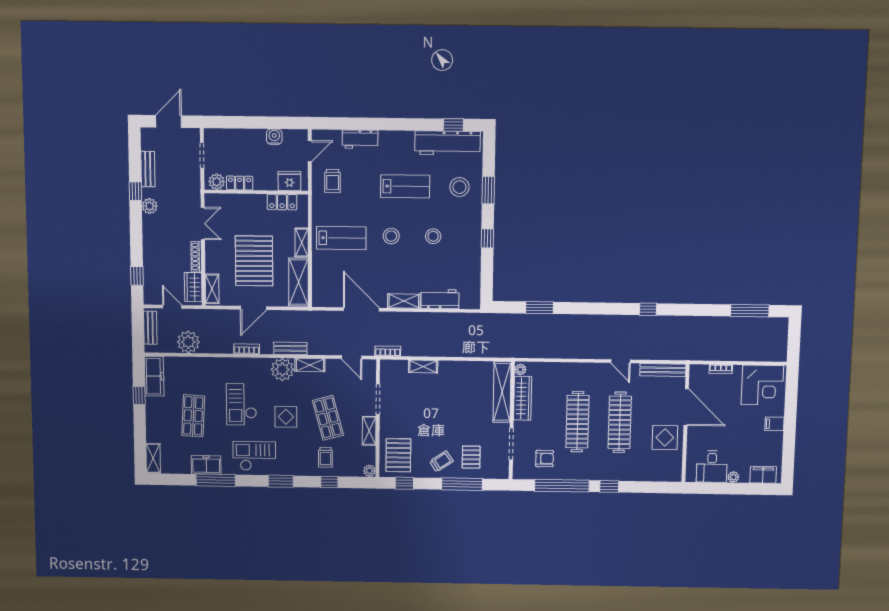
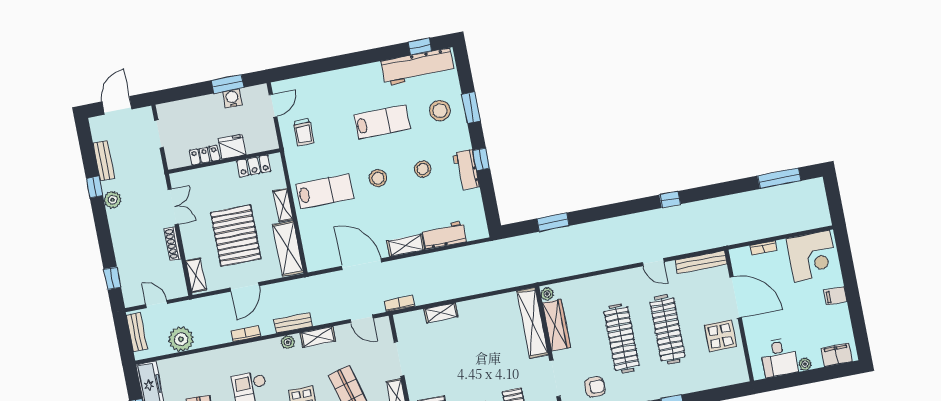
window: (273, 123) -> (228, 84), added
workbench: (360, 139) -> (466, 170), moved, turned 90
fridge: (289, 181) -> (232, 147), moved
plant: (217, 182) -> (180, 159), removed
wardrobe: (193, 287) -> (175, 278), removed
plant: (282, 369) -> (288, 342), width x0.53, depth x0.53

